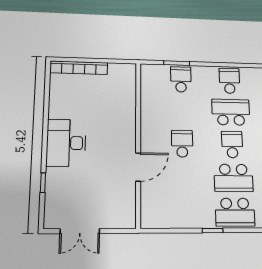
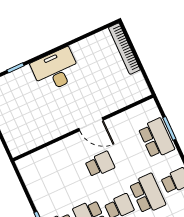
school desk: (181, 79) -> (156, 138), width x1.85
door: (138, 167) -> (91, 124), moved

